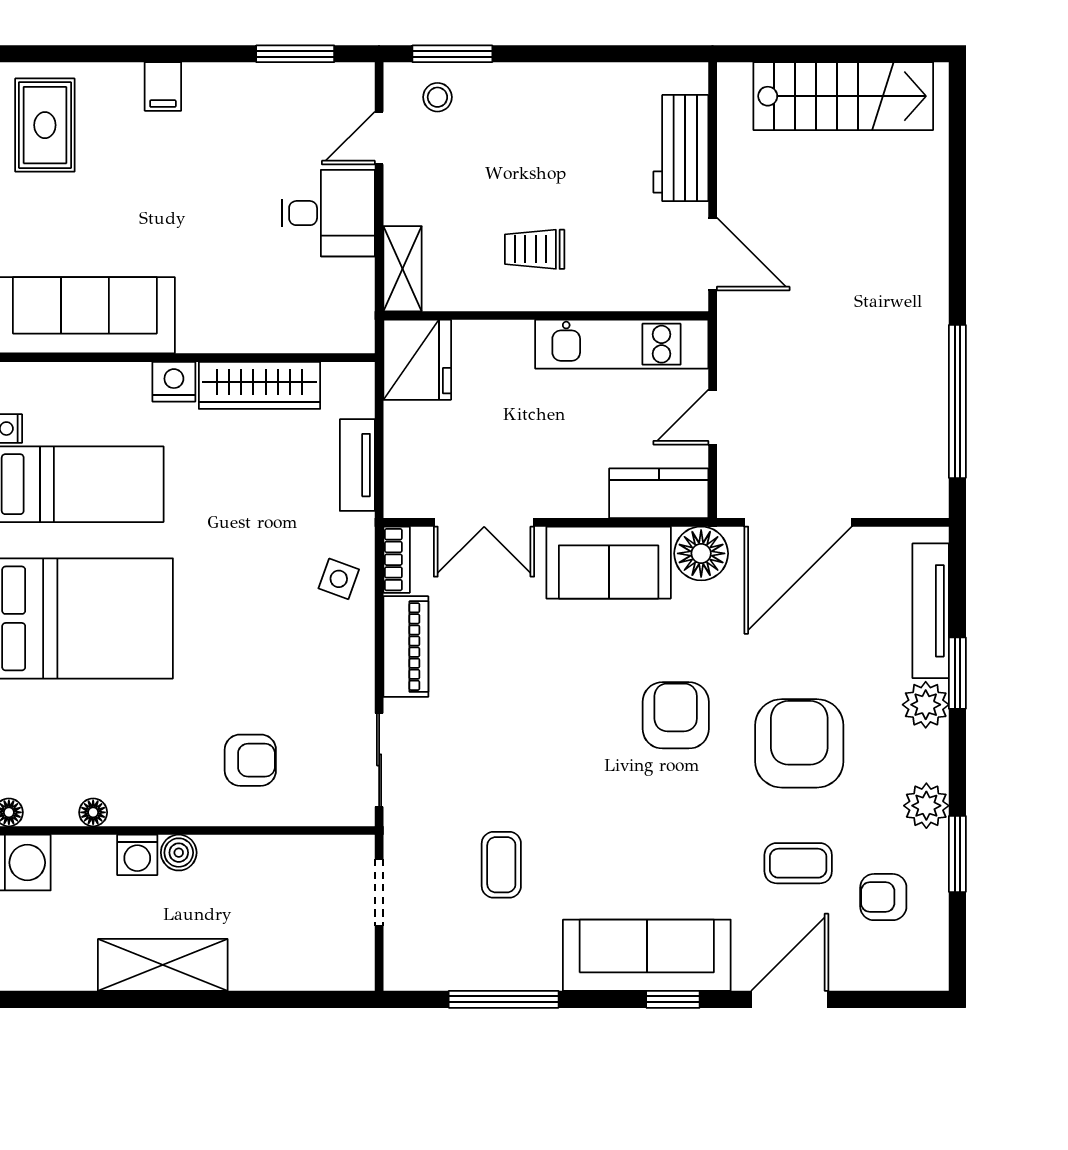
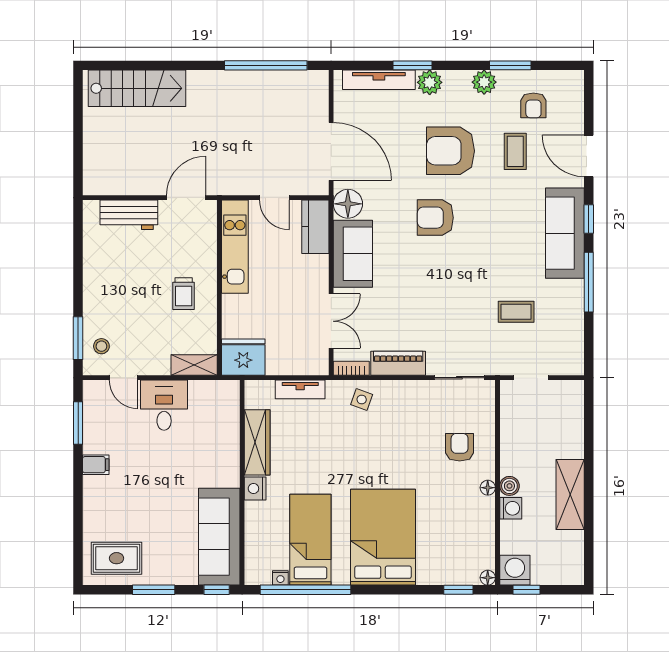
filing cabinet: (163, 87) -> (96, 465), moved
stairs: (843, 96) -> (137, 88), moved, turned 90
floor lamp: (93, 812) -> (488, 488), moved
window: (504, 999) -> (589, 282), moved

